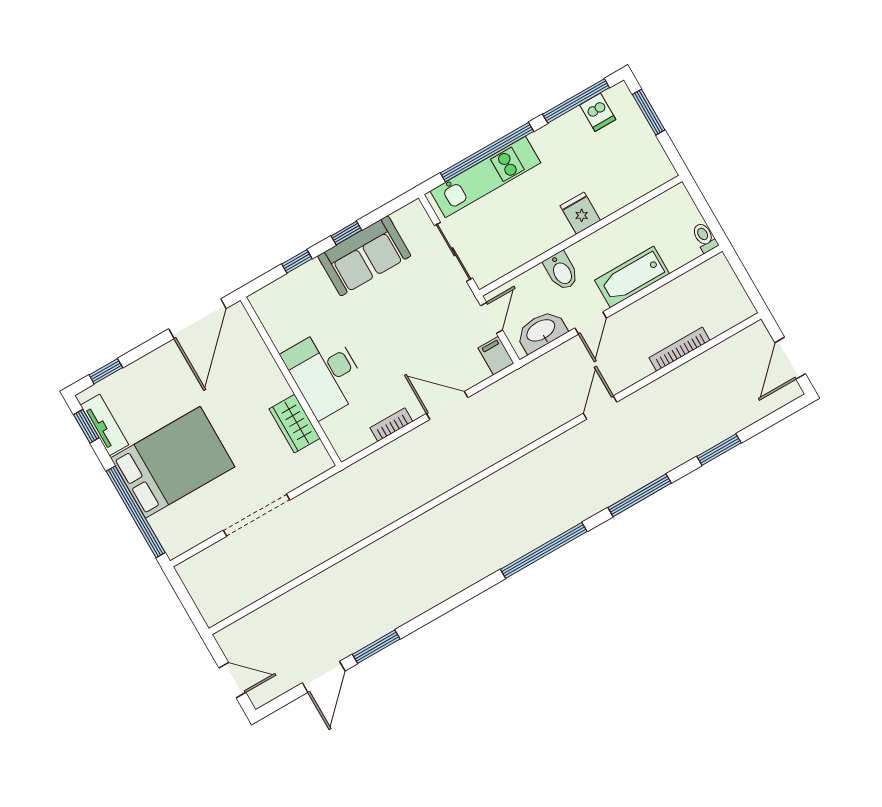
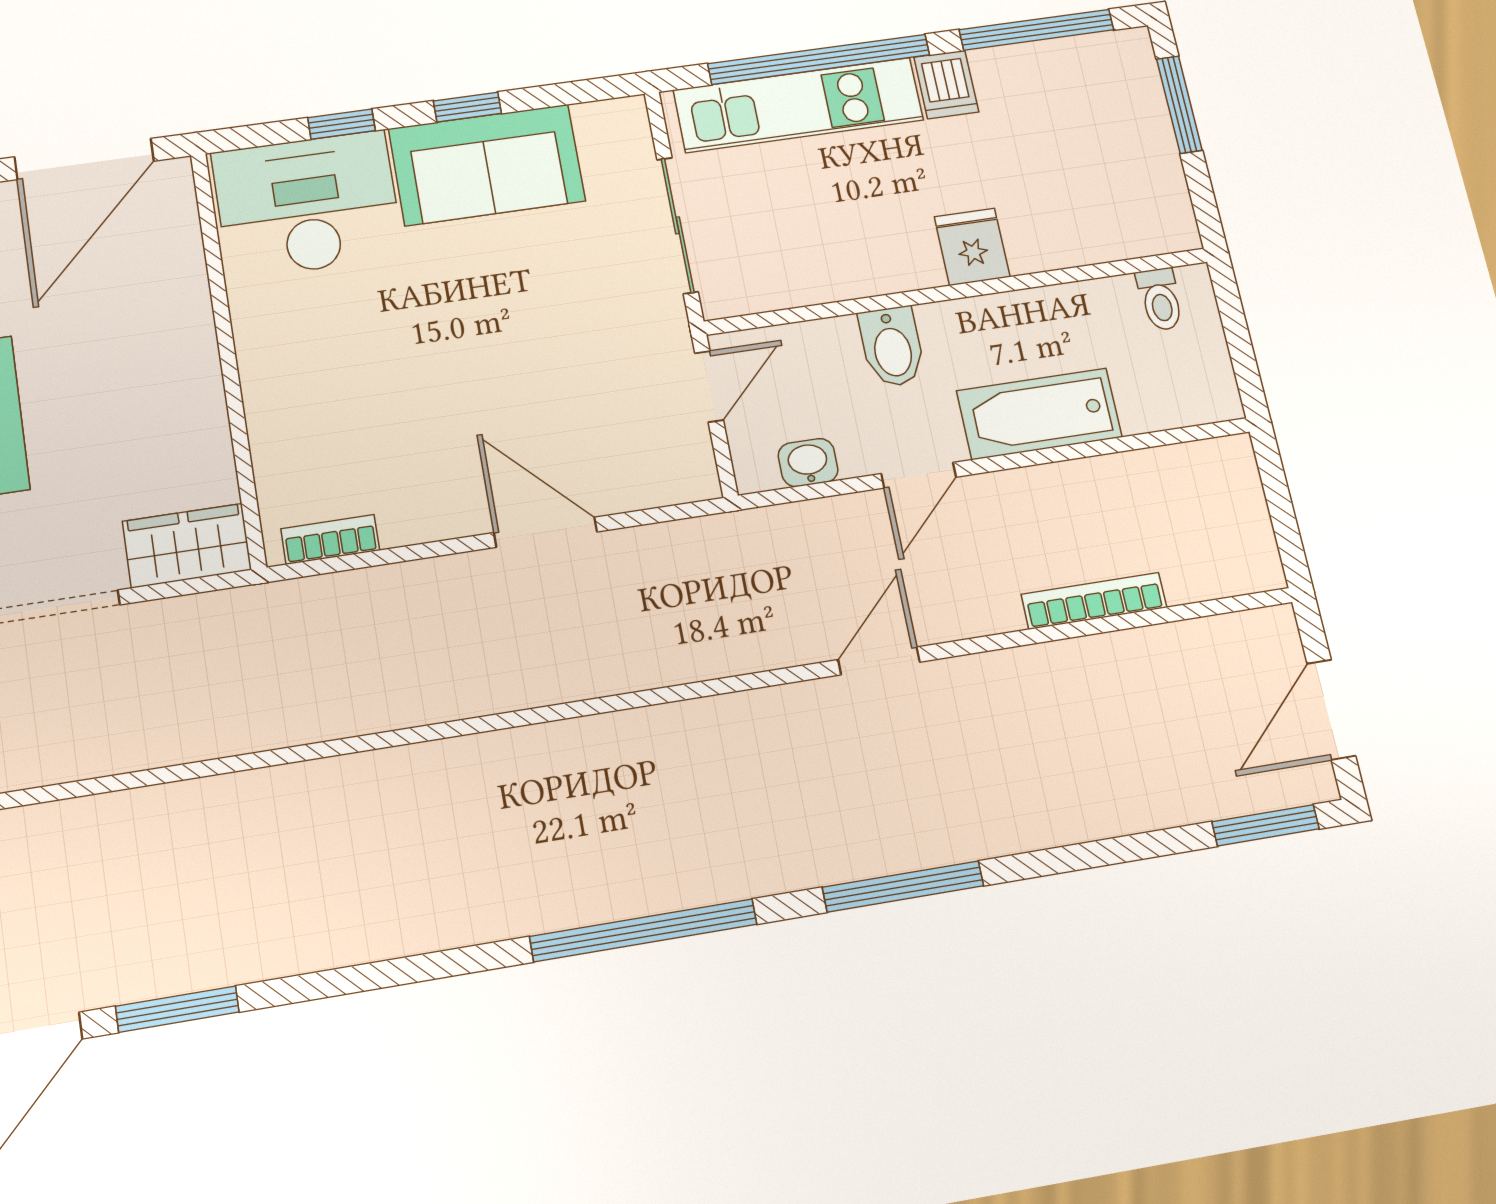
dishwasher: (598, 112) -> (946, 85), moved
toilet: (705, 237) -> (1160, 299), moved, turned 180
washbasin: (541, 331) -> (808, 463), width x0.52, depth x0.69
filing cabinet: (496, 356) -> (690, 467), removed
desk: (325, 373) -> (307, 204), moved, turned 90
wardrobe: (295, 424) -> (187, 546), moved, turned 90
bookcase: (391, 425) -> (330, 539), moved
window: (719, 450) -> (1266, 825), moved

